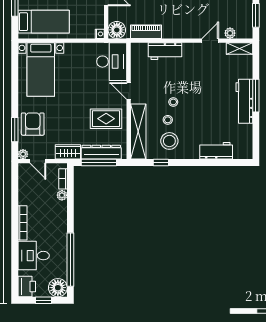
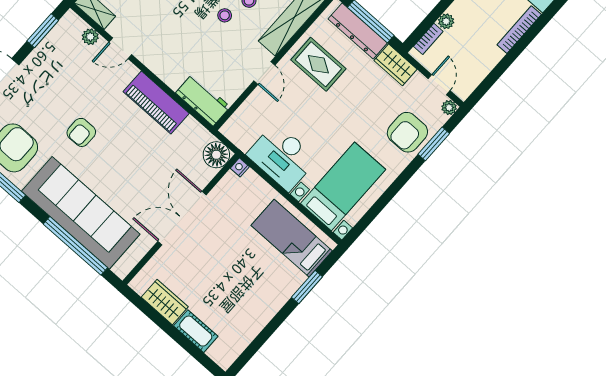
piano: (146, 32) -> (156, 103), moved, width x1.37, depth x1.33
workbench: (165, 51) -> (203, 100), moved
desk: (112, 62) -> (282, 157), moved, turned -90

